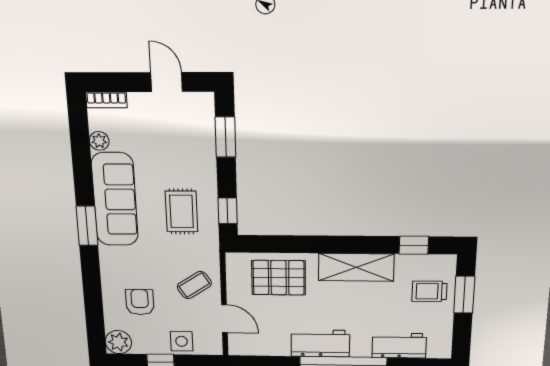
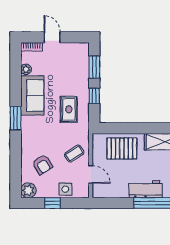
door: (167, 82) -> (52, 37), moved
sofa: (115, 199) -> (32, 95), width x0.73
window: (228, 211) -> (94, 96), moved
armchair: (140, 302) -> (42, 165), turned 149

